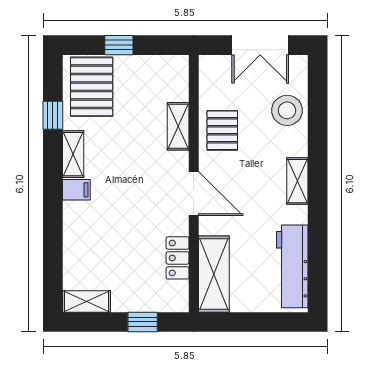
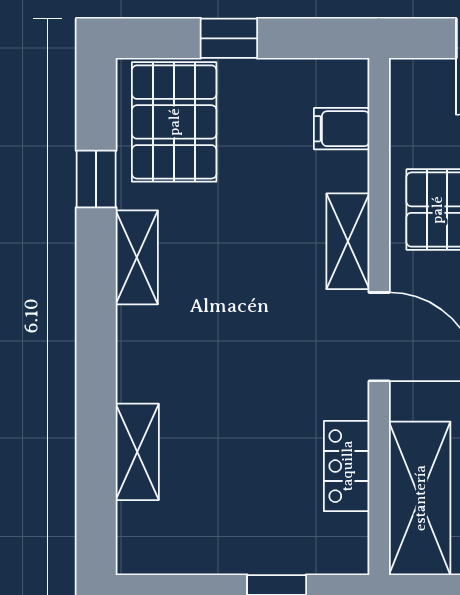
shelving: (178, 126) -> (348, 241), moved
filing cabinet: (76, 190) -> (342, 129), moved, turned 180
shelving: (87, 301) -> (137, 452), moved, turned 90

